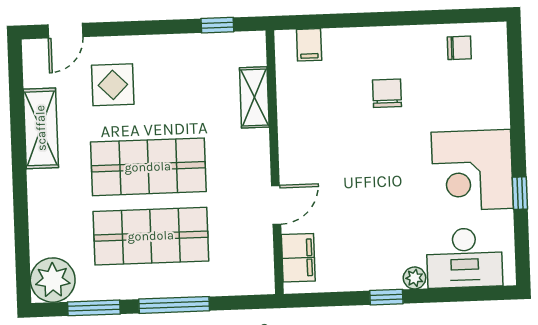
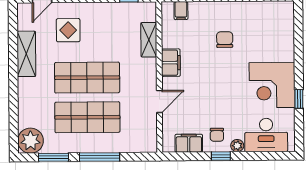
chair: (459, 48) -> (217, 135), moved, turned 90
filing cabinet: (294, 136) -> (171, 63), added
filing cabinet: (298, 258) -> (189, 143), moved, turned -90

